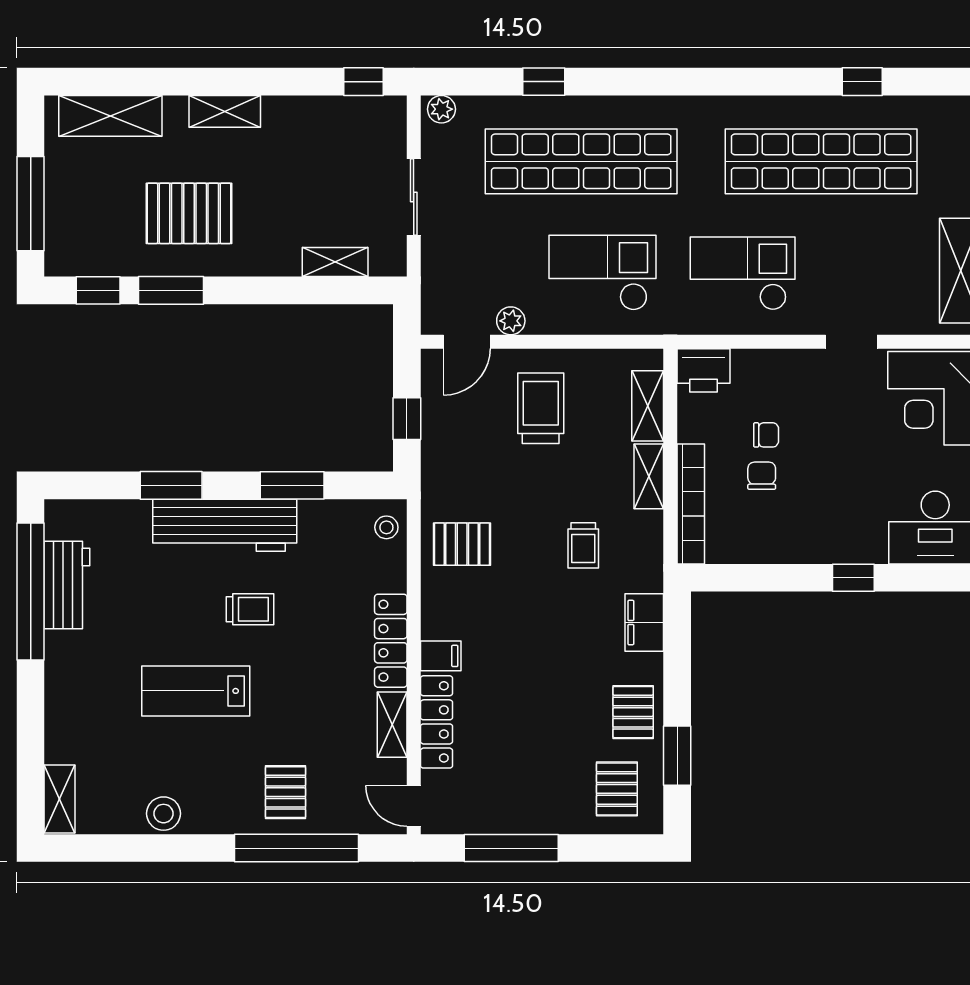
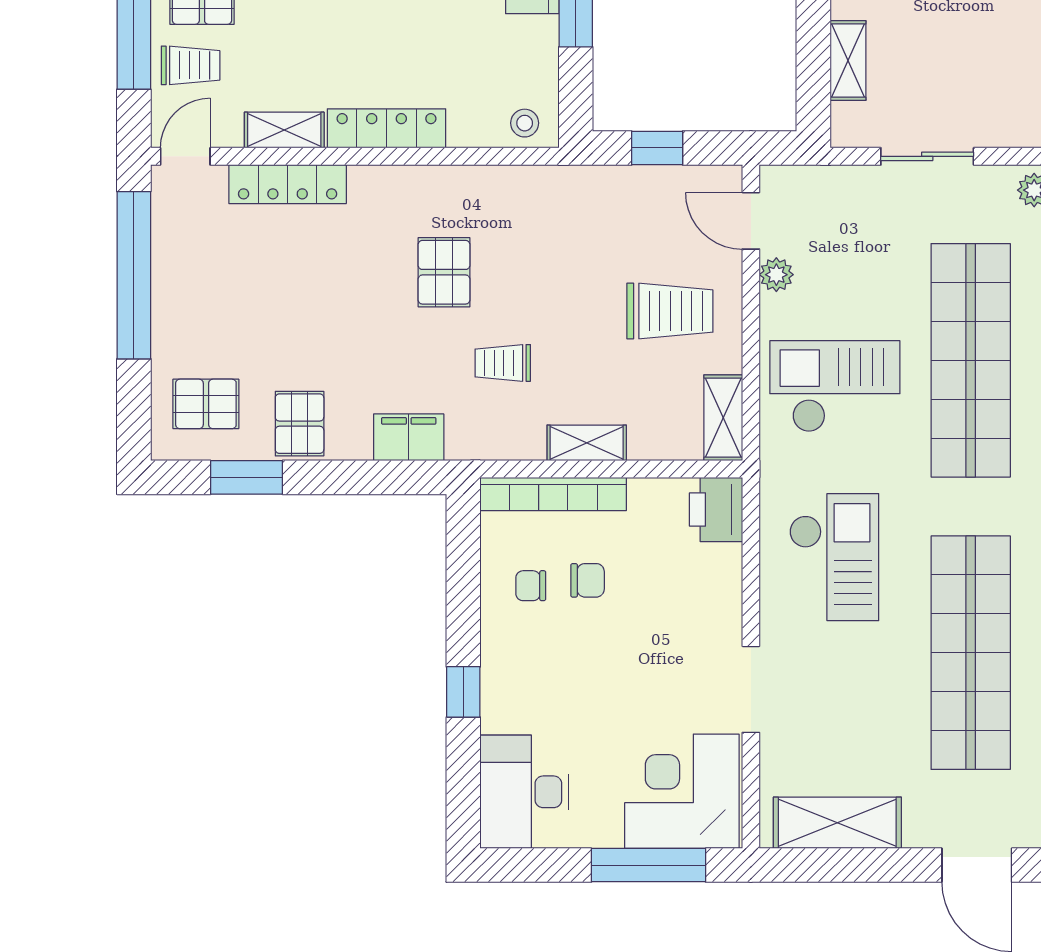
checkout: (603, 273) -> (835, 386), turned -90
doorway: (851, 342) -> (751, 689), width x1.38
shelving: (648, 406) -> (723, 418), moved, turned 90
chair: (766, 435) -> (531, 586), moved, turned 90
pallet: (462, 544) -> (444, 272), moved
filing cabinet: (441, 656) -> (368, 189), removed
pallet: (633, 712) -> (300, 424), turned 90
trolley: (339, 802) -> (191, 65), added
window: (511, 848) -> (134, 275), width x1.46

